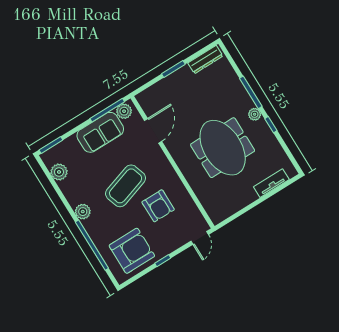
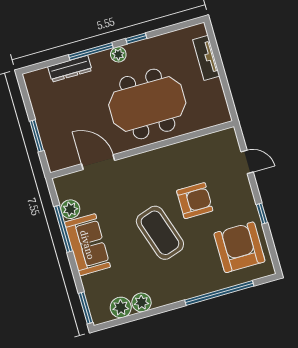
dresser: (205, 60) -> (70, 69), moved, turned 90
door: (153, 131) -> (98, 162), moved
wall: (172, 162) -> (142, 150), moved
plant: (83, 212) -> (141, 302), moved

